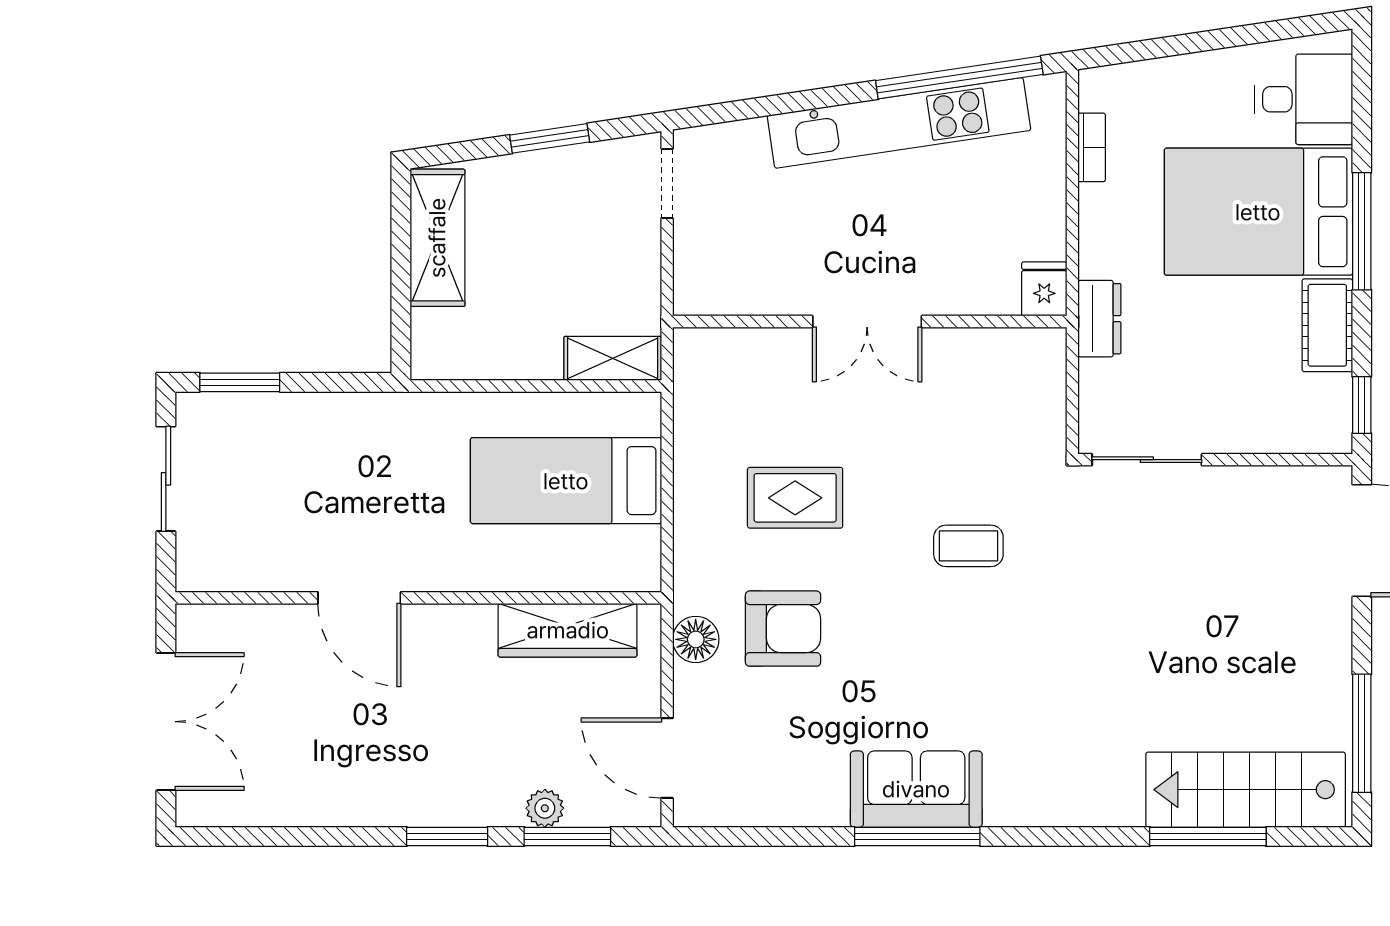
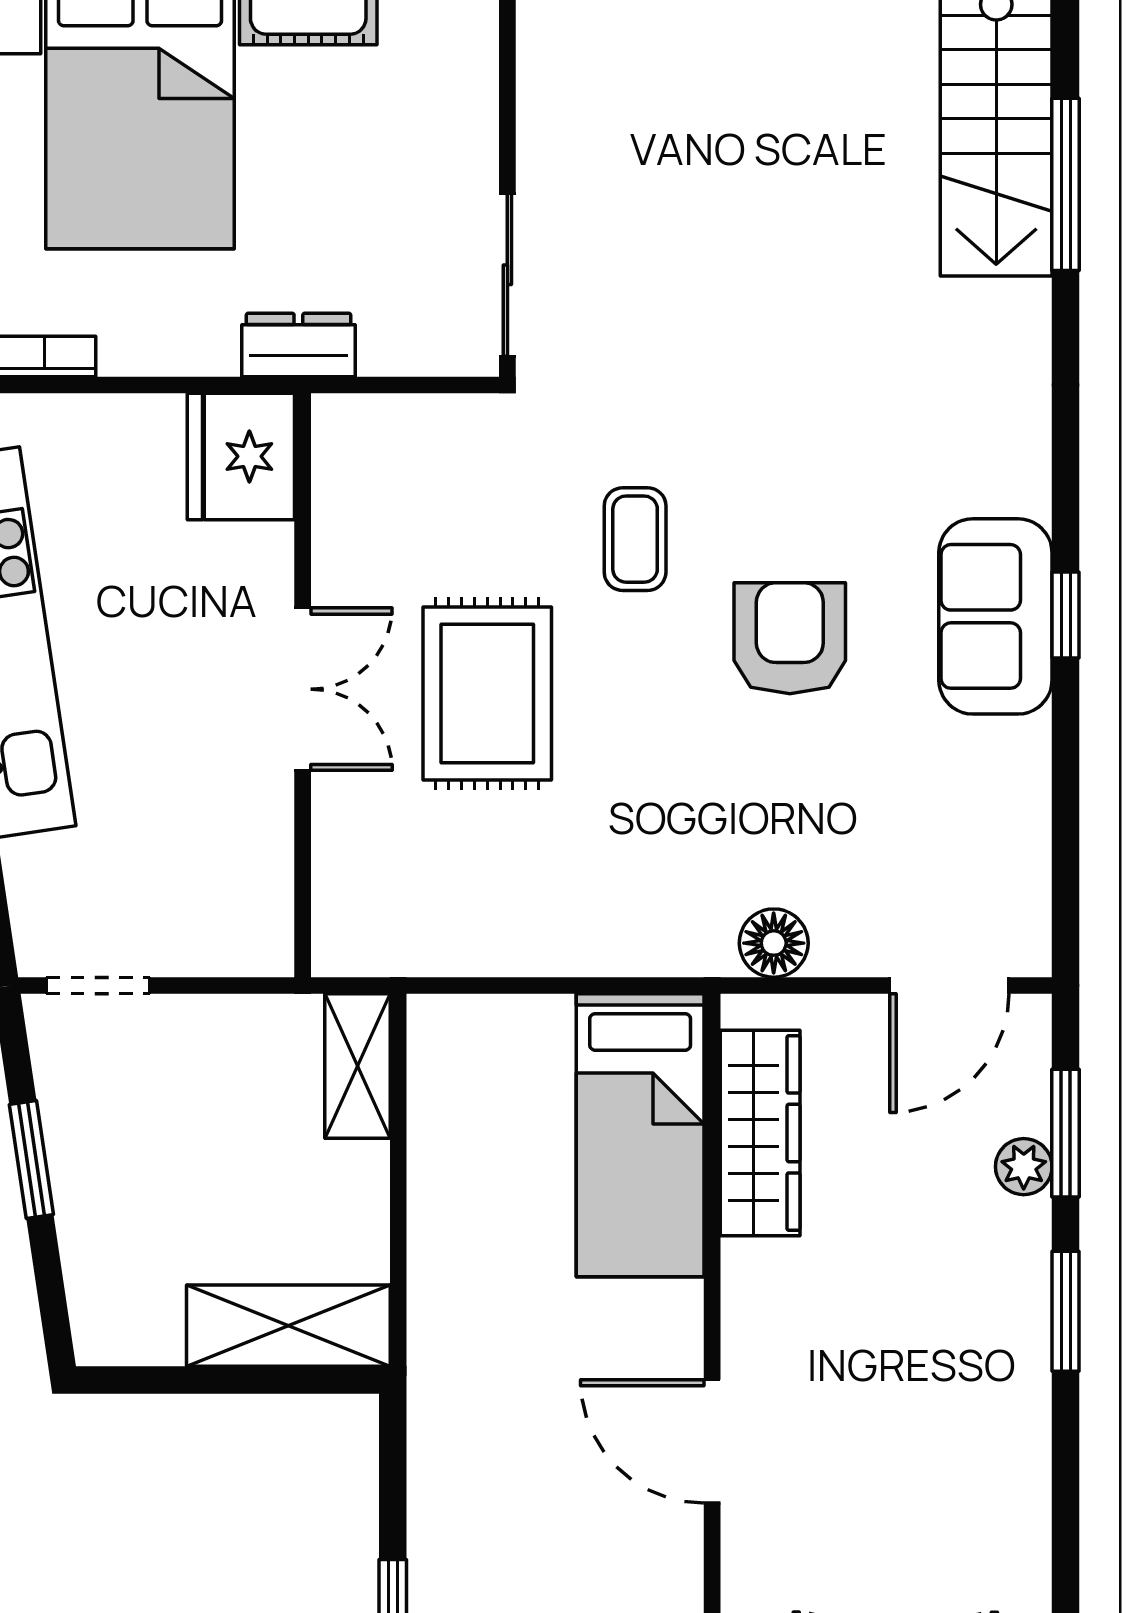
shelving: (437, 238) -> (288, 1326), moved
fridge: (1044, 289) -> (241, 456), width x1.88, depth x1.34
bed: (566, 481) -> (640, 1135), moved
rug: (795, 498) -> (487, 693), moved, width x1.36, depth x1.43
door: (359, 598) -> (712, 1441), swing flipped
armchair: (783, 629) -> (790, 638), moved
window: (917, 836) -> (1066, 615), width x0.46

